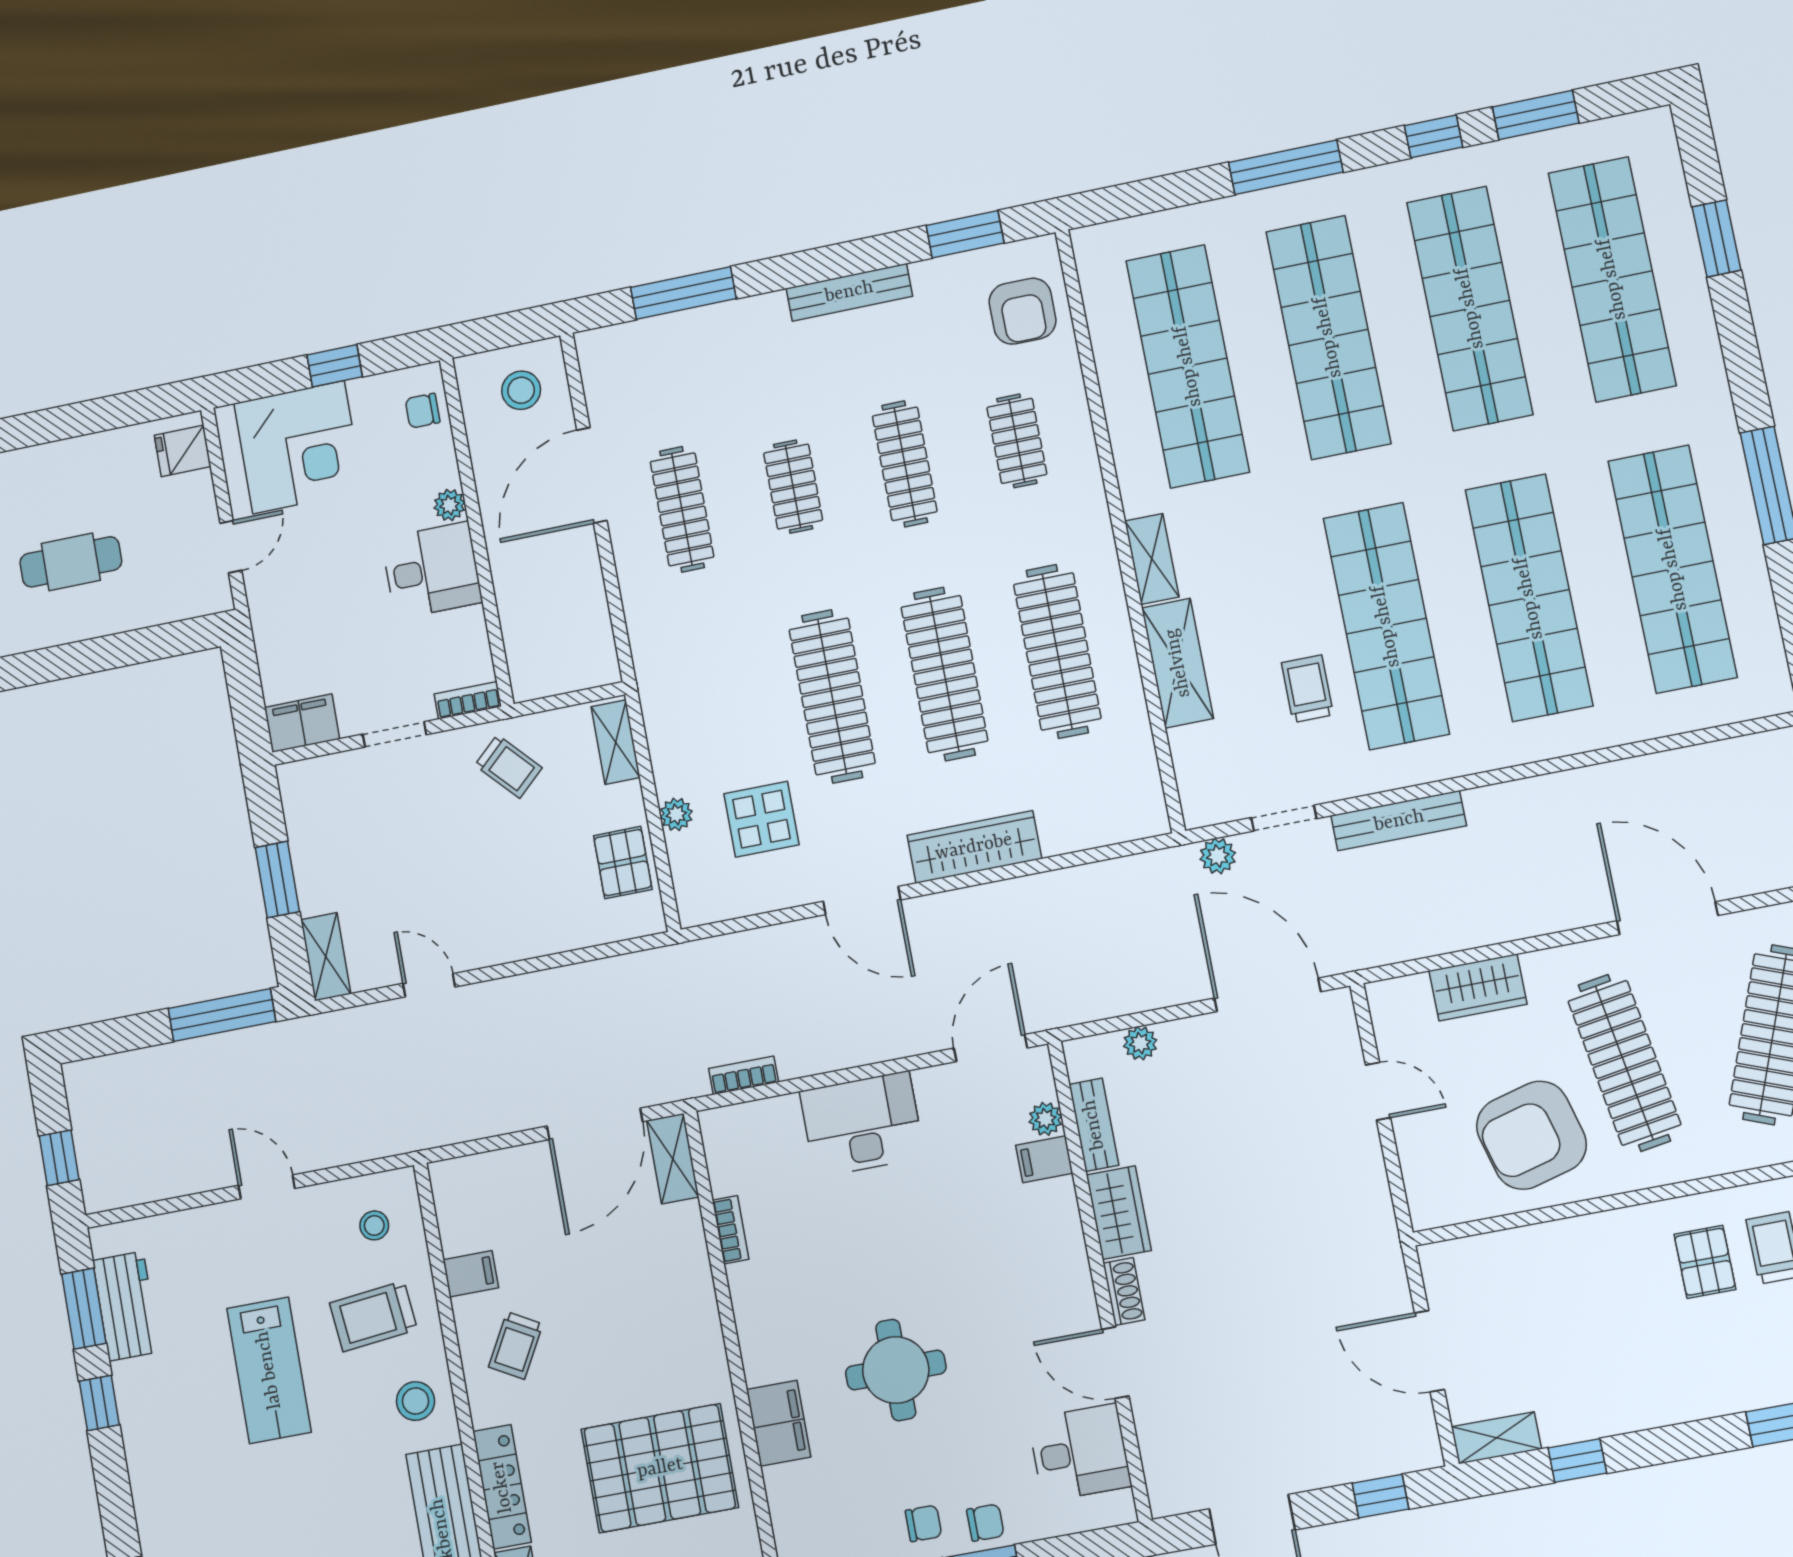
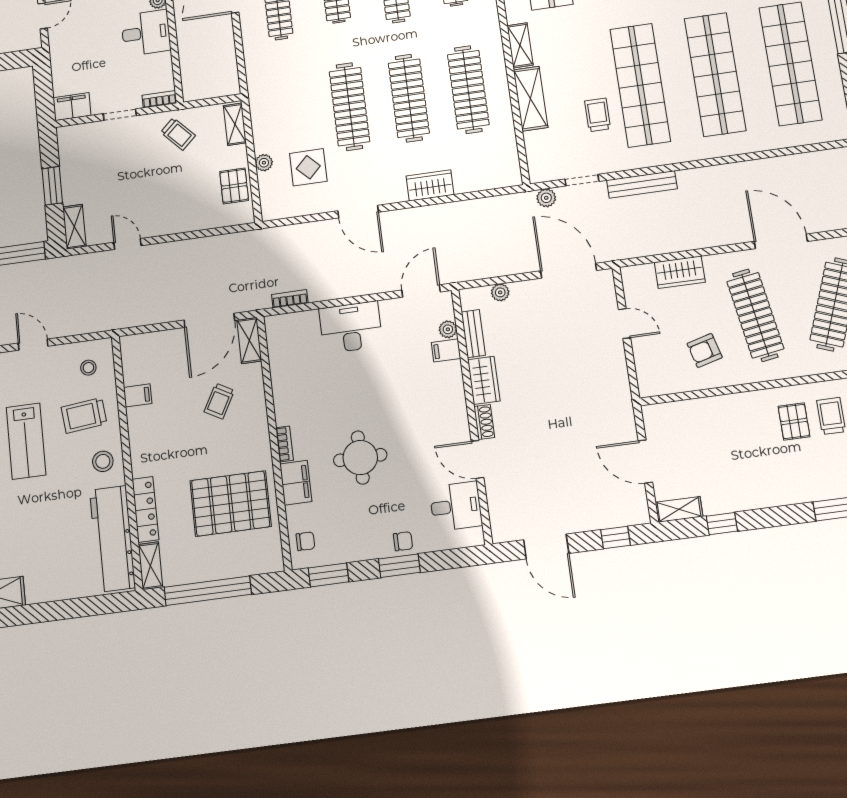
wardrobe: (974, 847) -> (430, 185), width x0.67
armchair: (1531, 1135) -> (705, 350), width x0.53, depth x0.53
bookcase: (731, 1230) -> (285, 444), moved
trolley: (516, 1346) -> (219, 401), moved
chair: (923, 1523) -> (305, 541), moved

